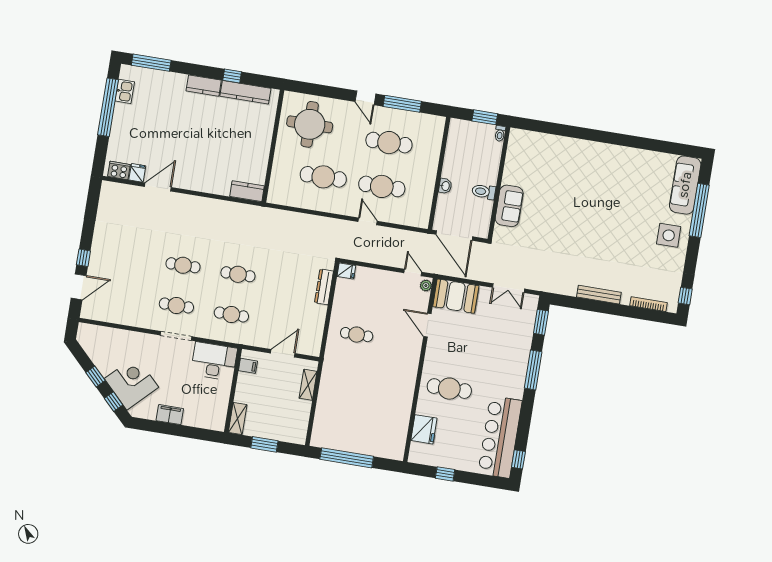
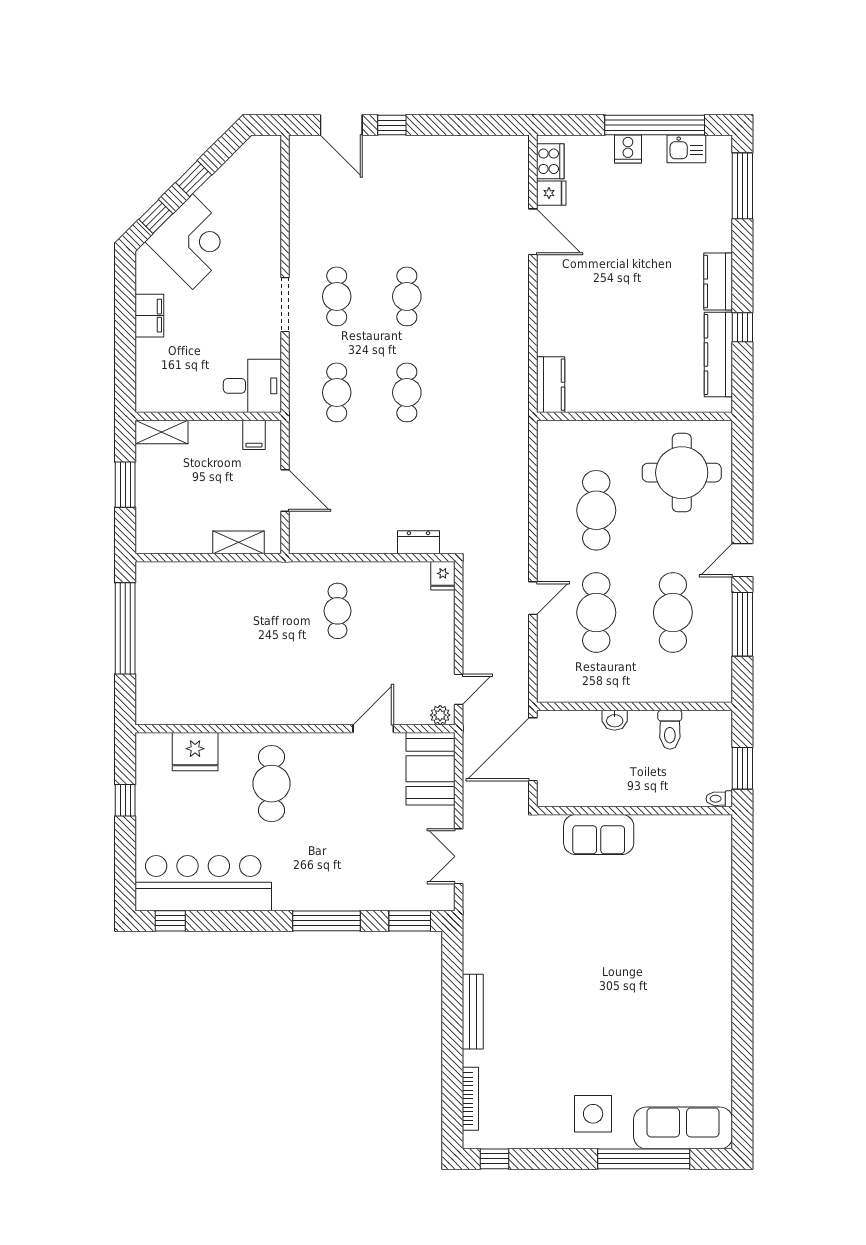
cooker: (119, 125) -> (628, 149), added
toilet: (484, 192) -> (670, 730), moved, turned 180
dresser: (324, 287) -> (418, 542), width x0.70
desk: (214, 361) -> (252, 386), width x0.73

